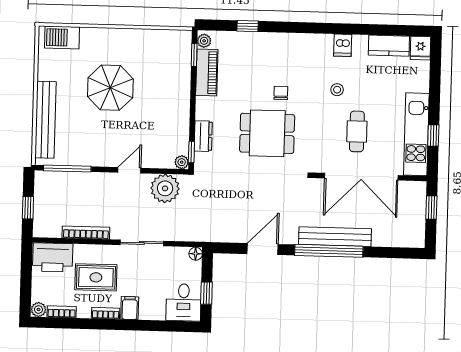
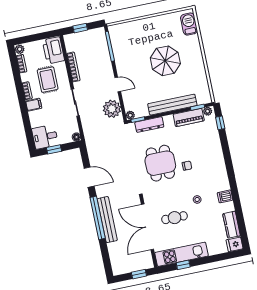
window: (248, 26) -> (220, 123), moved
bench: (45, 120) -> (172, 105), moved
dresser: (203, 136) -> (149, 125), width x1.44

